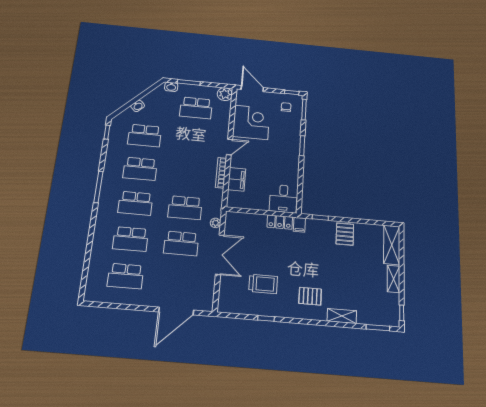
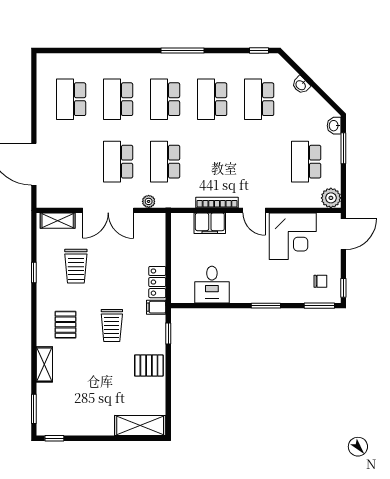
desk: (283, 199) -> (212, 285), moved, turned -90
trolley: (312, 260) -> (112, 325), added
shelving: (393, 279) -> (58, 221), moved

